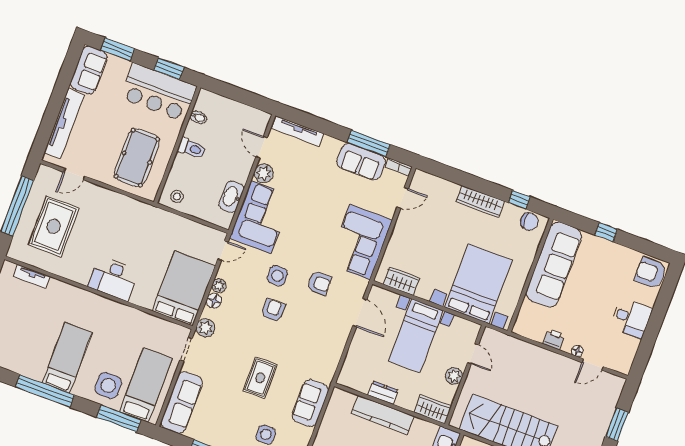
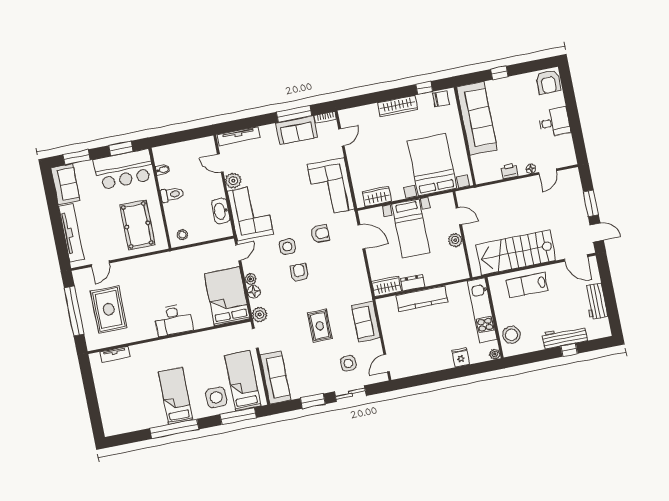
armchair: (650, 273) -> (548, 82), turned -90
wardrobe: (433, 409) -> (387, 286), moved

